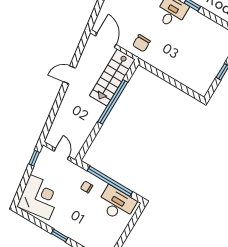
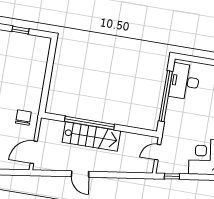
chair: (141, 43) -> (23, 118), turned -90
stairs: (112, 78) -> (91, 137), moved
chair: (87, 187) -> (180, 116), removed

